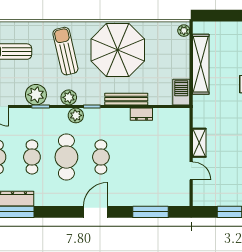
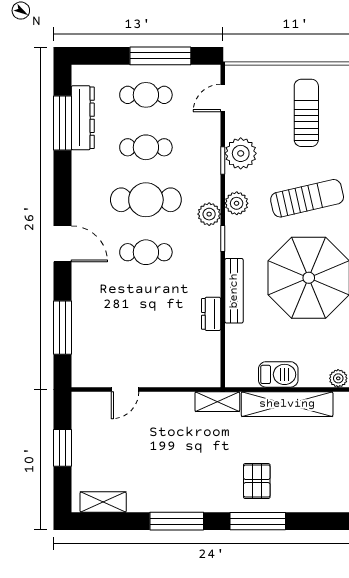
barbecue: (181, 92) -> (278, 374), moved
shelving: (199, 143) -> (217, 402), moved

